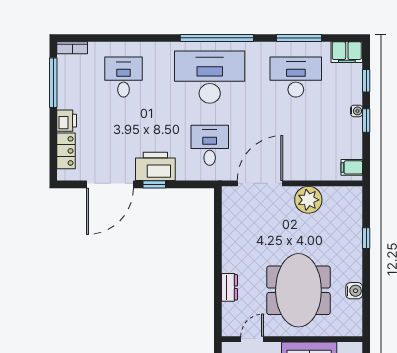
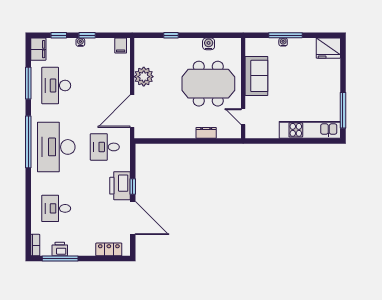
printer: (67, 121) -> (60, 249), moved
door: (260, 183) -> (132, 111), hinge flipped

